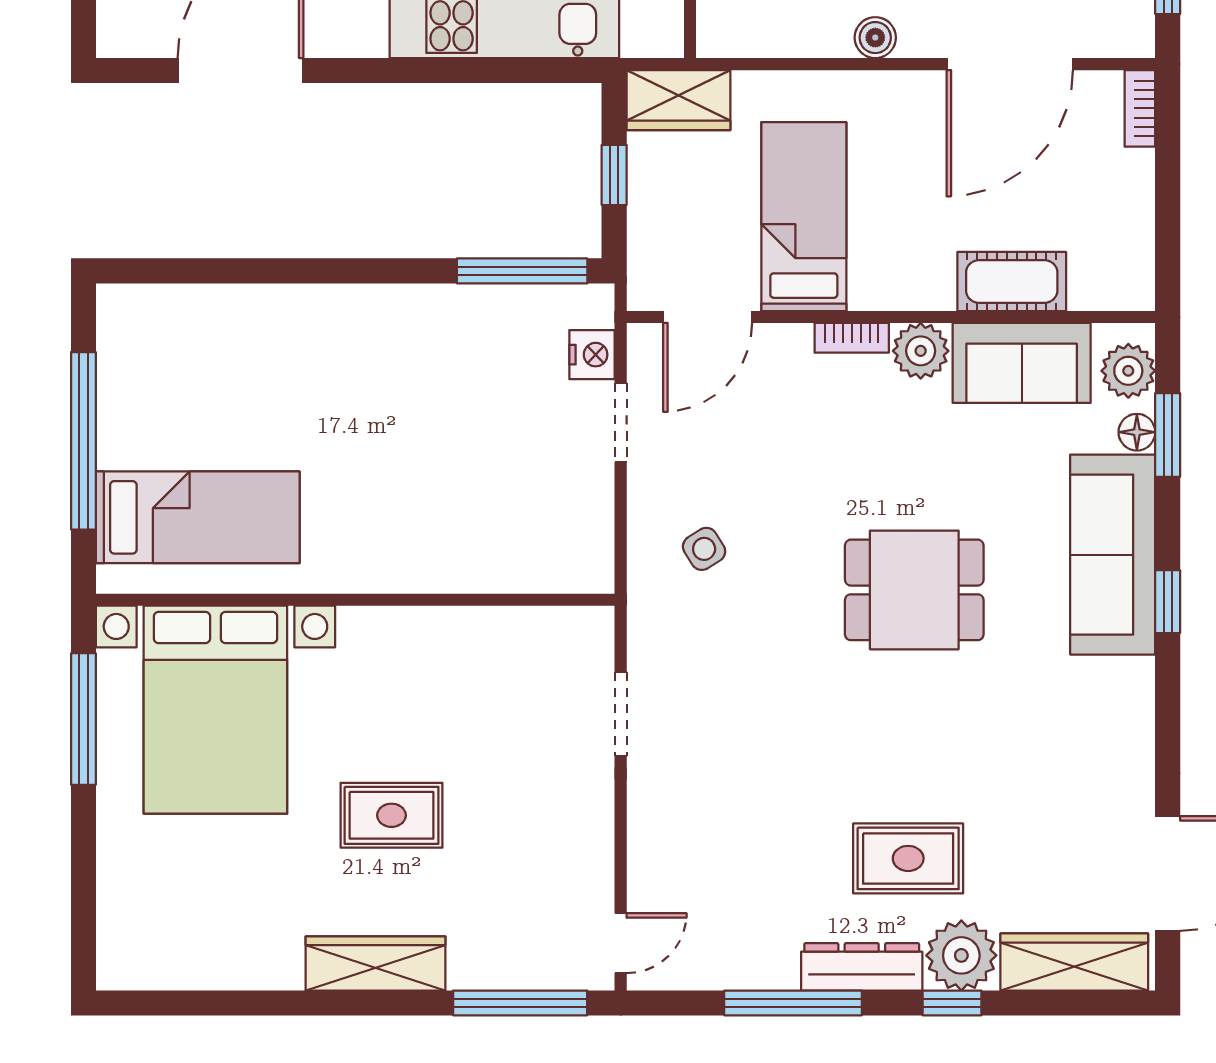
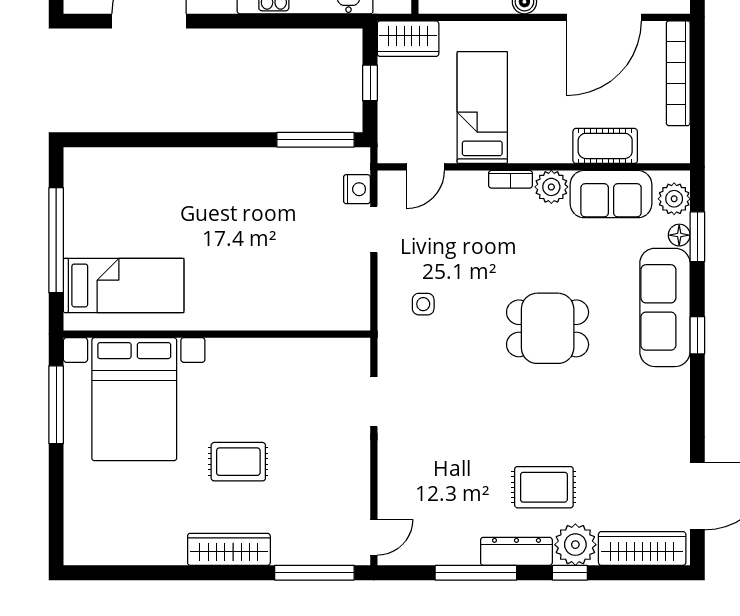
bookcase: (1140, 108) -> (678, 73), width x2.31, depth x1.31
door: (708, 317) -> (425, 167), width x0.73
side table: (704, 549) -> (423, 304), turned 32

